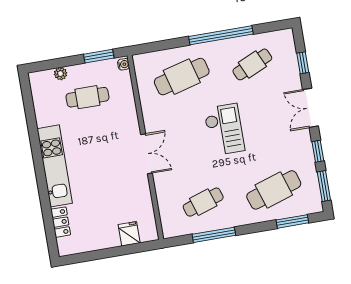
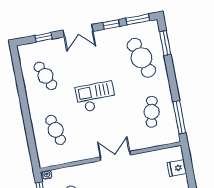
window: (221, 35) -> (23, 100), removed
cafe table: (182, 77) -> (56, 130), width x0.73, depth x0.74
cafe table: (203, 202) -> (152, 112), turned 30
window: (214, 235) -> (179, 117), moved

